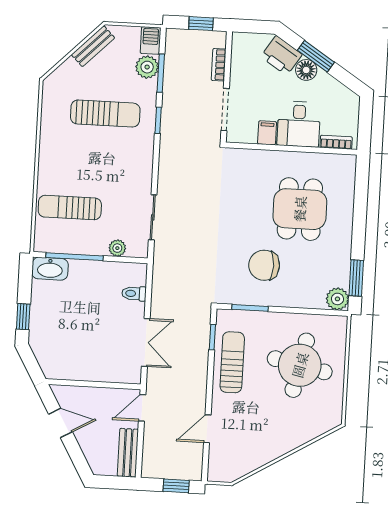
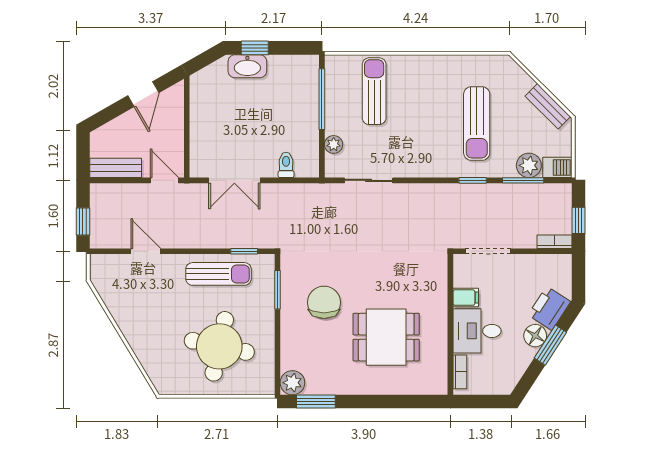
bookcase: (219, 65) -> (554, 242), moved
washbasin: (50, 269) -> (247, 66), moved, turned -90

